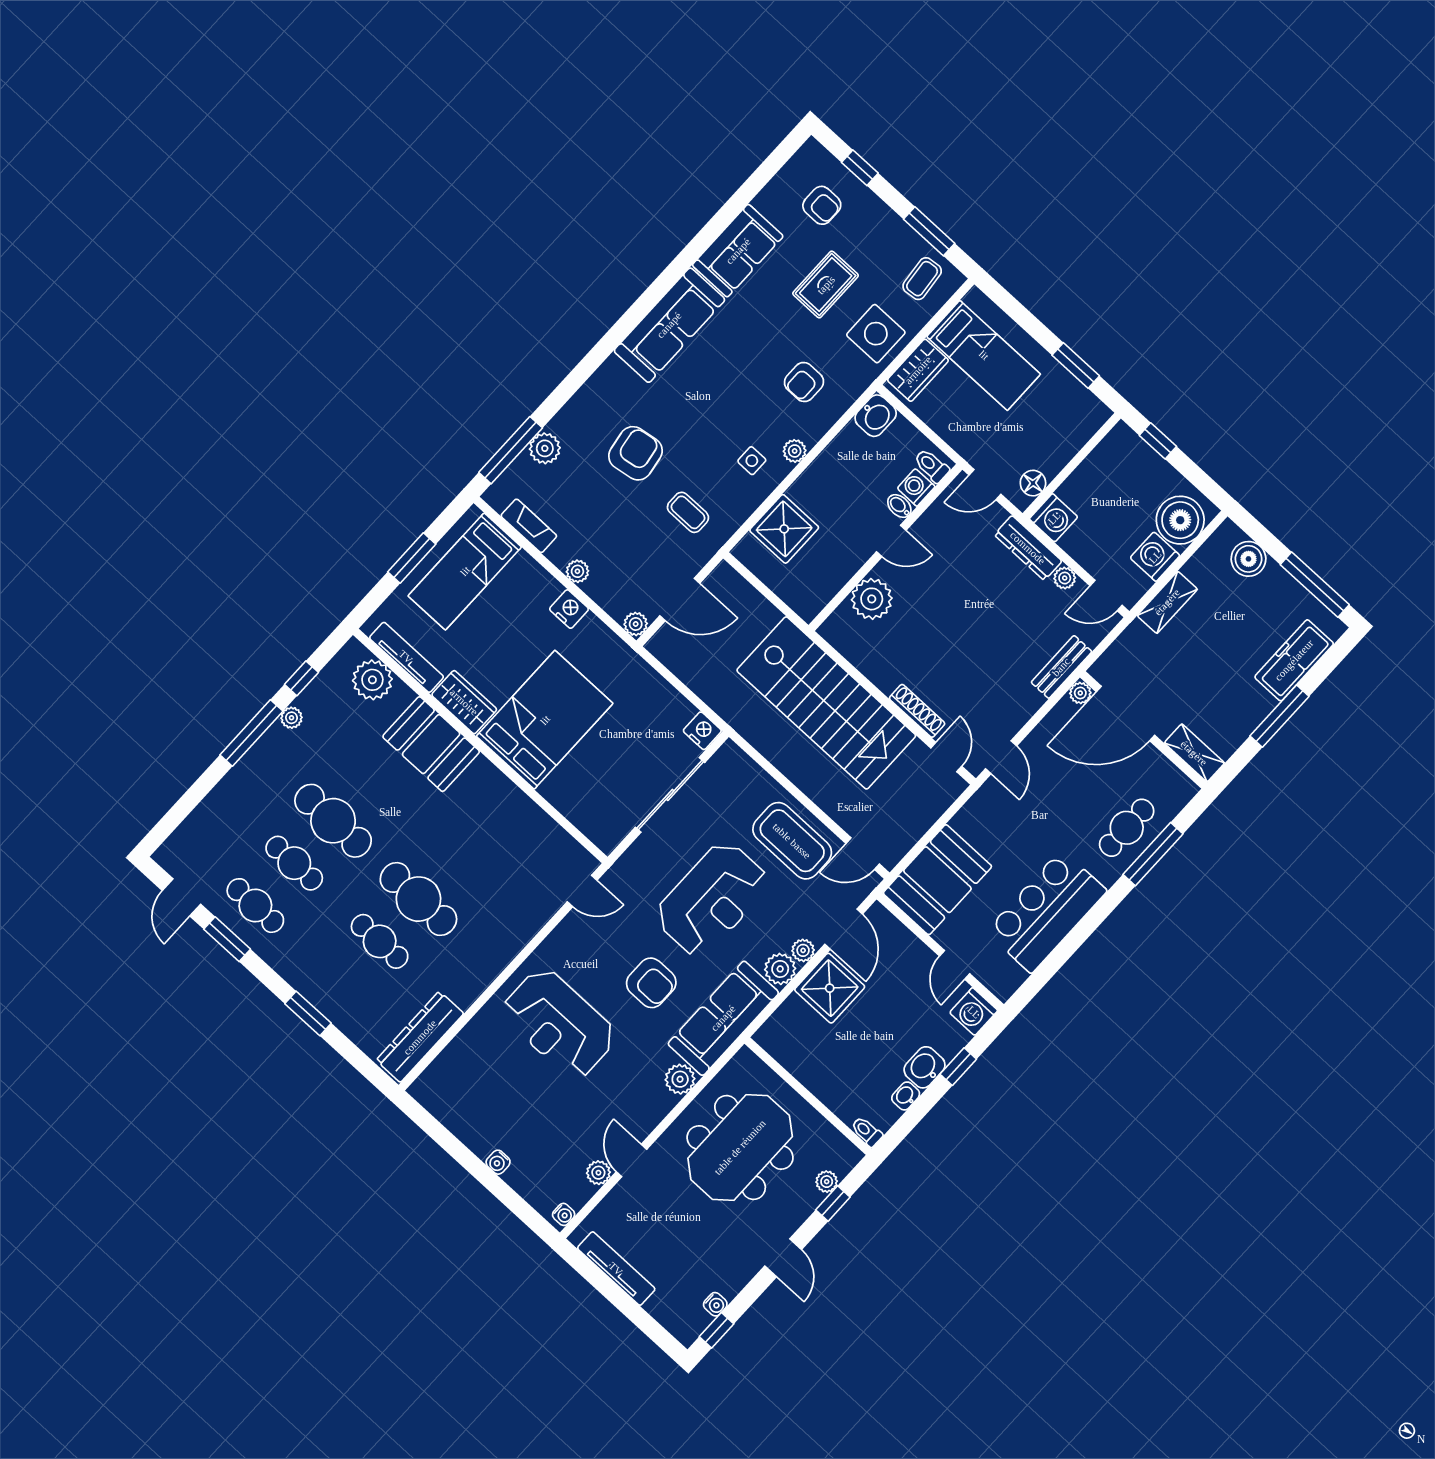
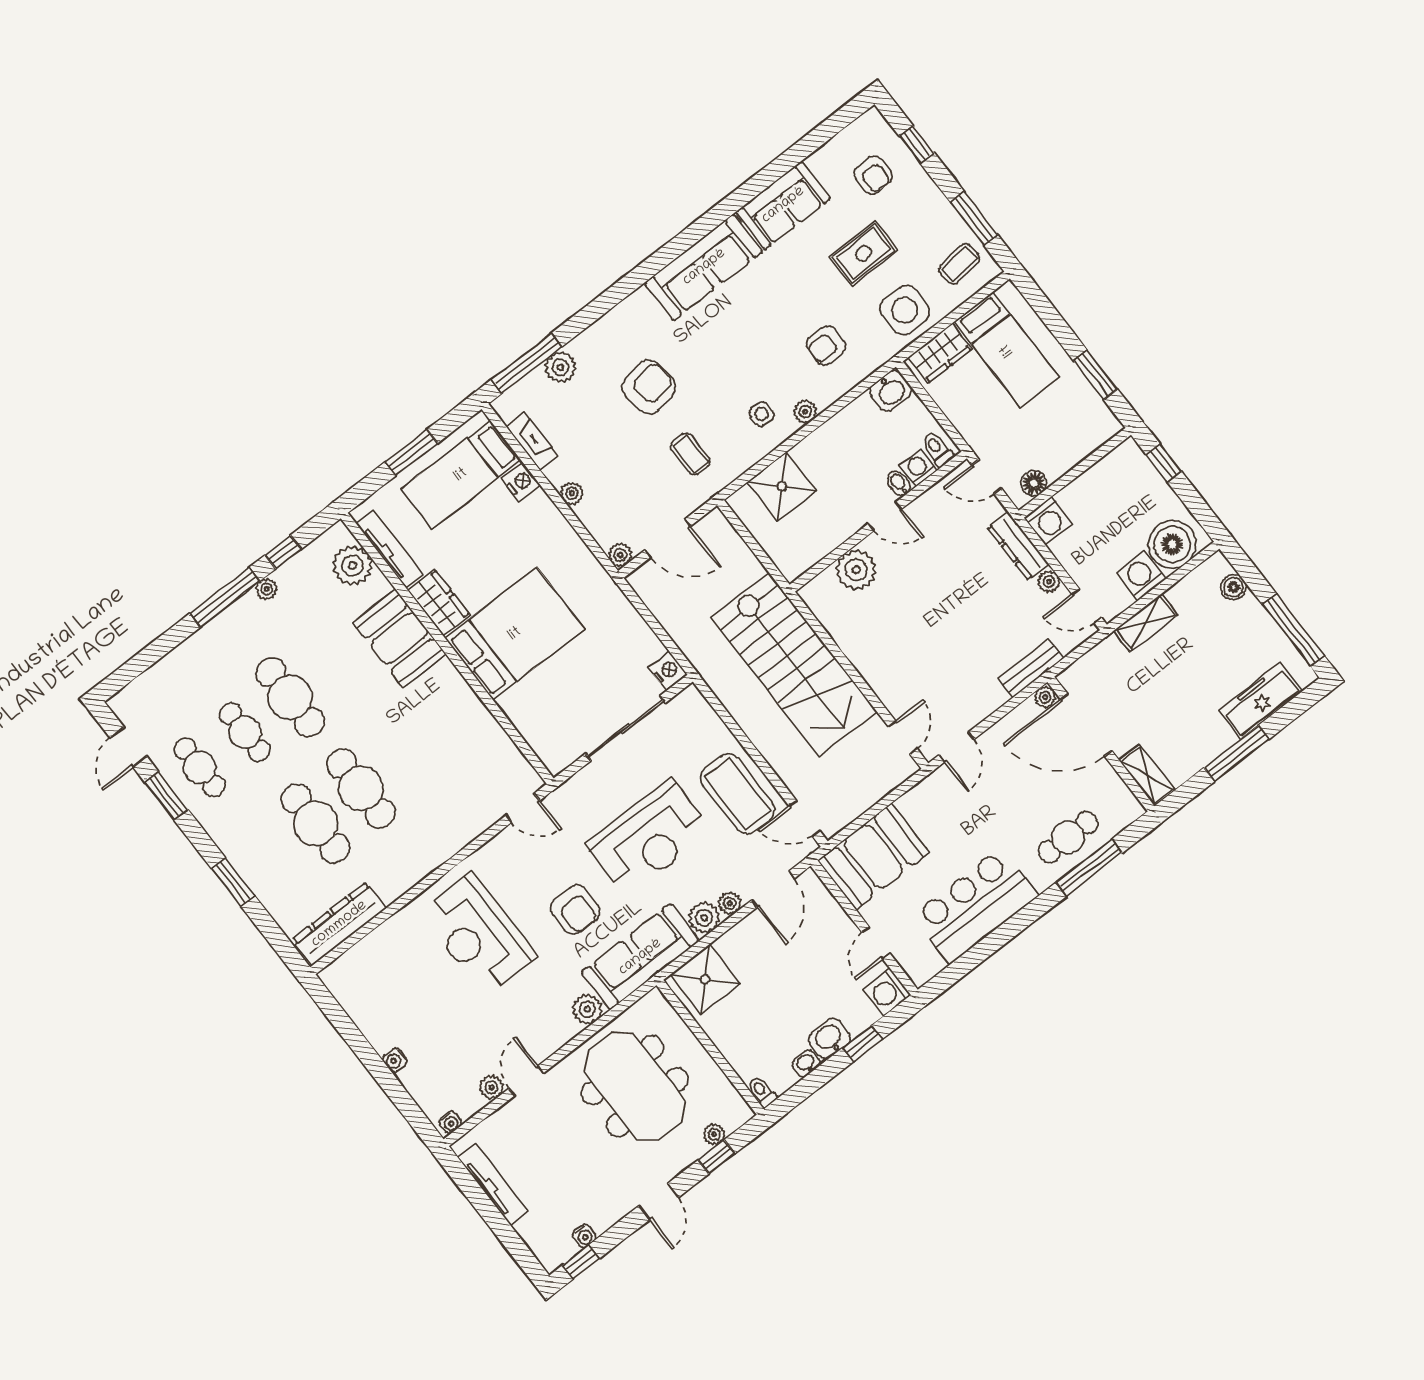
boiler: (1248, 559) -> (1233, 587), width x0.73, depth x0.73
nightstand: (569, 609) -> (521, 482), moved
shoe rack: (917, 711) -> (882, 687), removed
cafe table: (380, 941) -> (316, 823), width x1.37, depth x1.35
shower: (830, 988) -> (705, 979), moved
meeting table: (740, 1147) -> (635, 1086), turned 90

